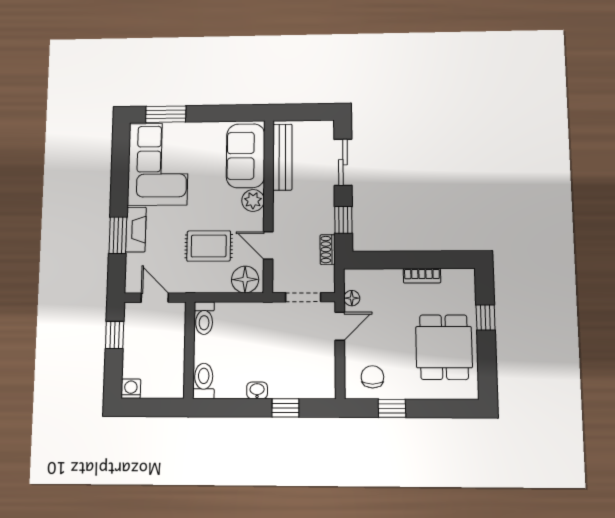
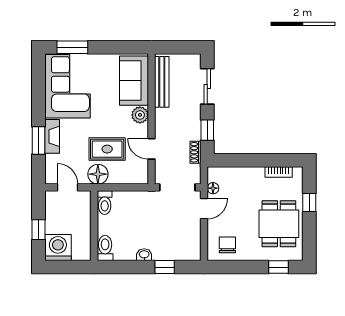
bookcase: (422, 276) -> (279, 172), moved
floor lamp: (245, 280) -> (98, 174), moved
doorway: (303, 297) -> (177, 187), width x1.38
window: (115, 335) -> (38, 230), moved
washing machine: (131, 389) -> (58, 247), width x1.89, depth x1.89
window: (392, 408) -> (279, 267), moved

